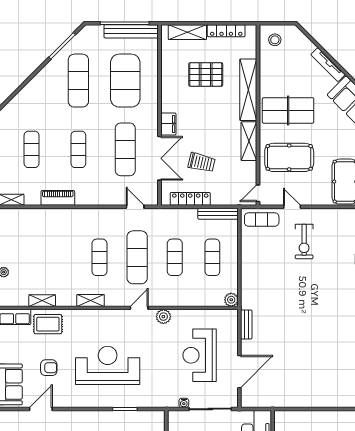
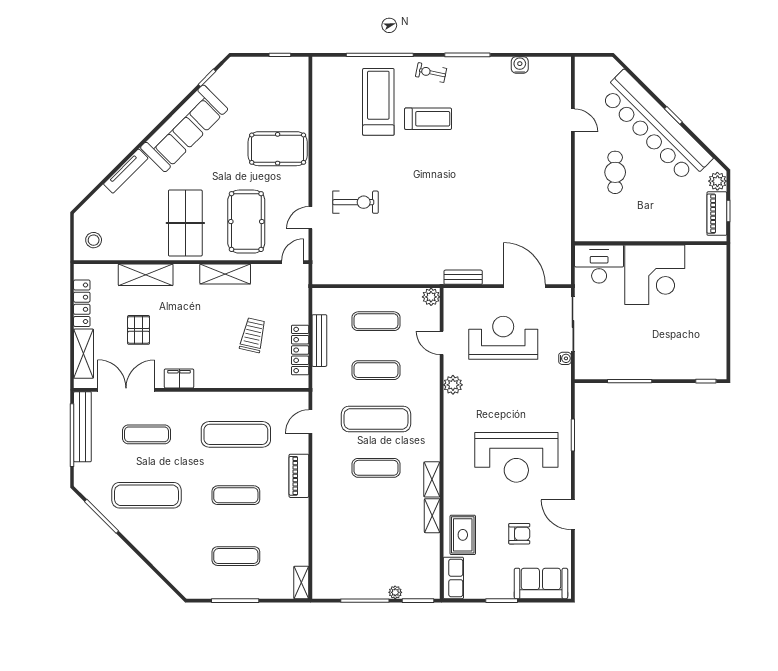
pallet: (206, 74) -> (139, 330), width x0.67, depth x0.71
exercise mat: (125, 81) -> (147, 434), width x0.50, depth x0.69
shelving: (248, 90) -> (146, 275), width x0.68
filing cabinet: (168, 124) -> (179, 378), moved
double door: (160, 158) -> (126, 390), moved
door: (258, 193) -> (293, 262), swing flipped
piano: (58, 198) -> (299, 476), moved
bench: (218, 214) -> (319, 341), moved
exercise mat: (262, 220) -> (327, 257), removed
shelving: (42, 301) -> (432, 516), moved
door: (139, 308) -> (442, 343), moved
reception desk: (200, 355) -> (503, 338), turned 180
reception desk: (108, 365) -> (516, 457), turned -90
armchair: (49, 368) -> (519, 534), turned 90
door: (41, 409) -> (573, 515), moved

